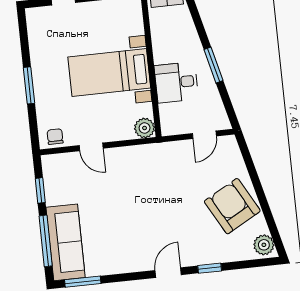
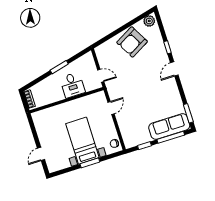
bed with nightstands: (109, 72) -> (82, 141), moved, turned 180
plant: (145, 128) -> (100, 97), removed
door: (204, 135) -> (101, 76), moved
door: (91, 147) -> (111, 108), moved
door: (168, 273) -> (174, 69), hinge flipped

